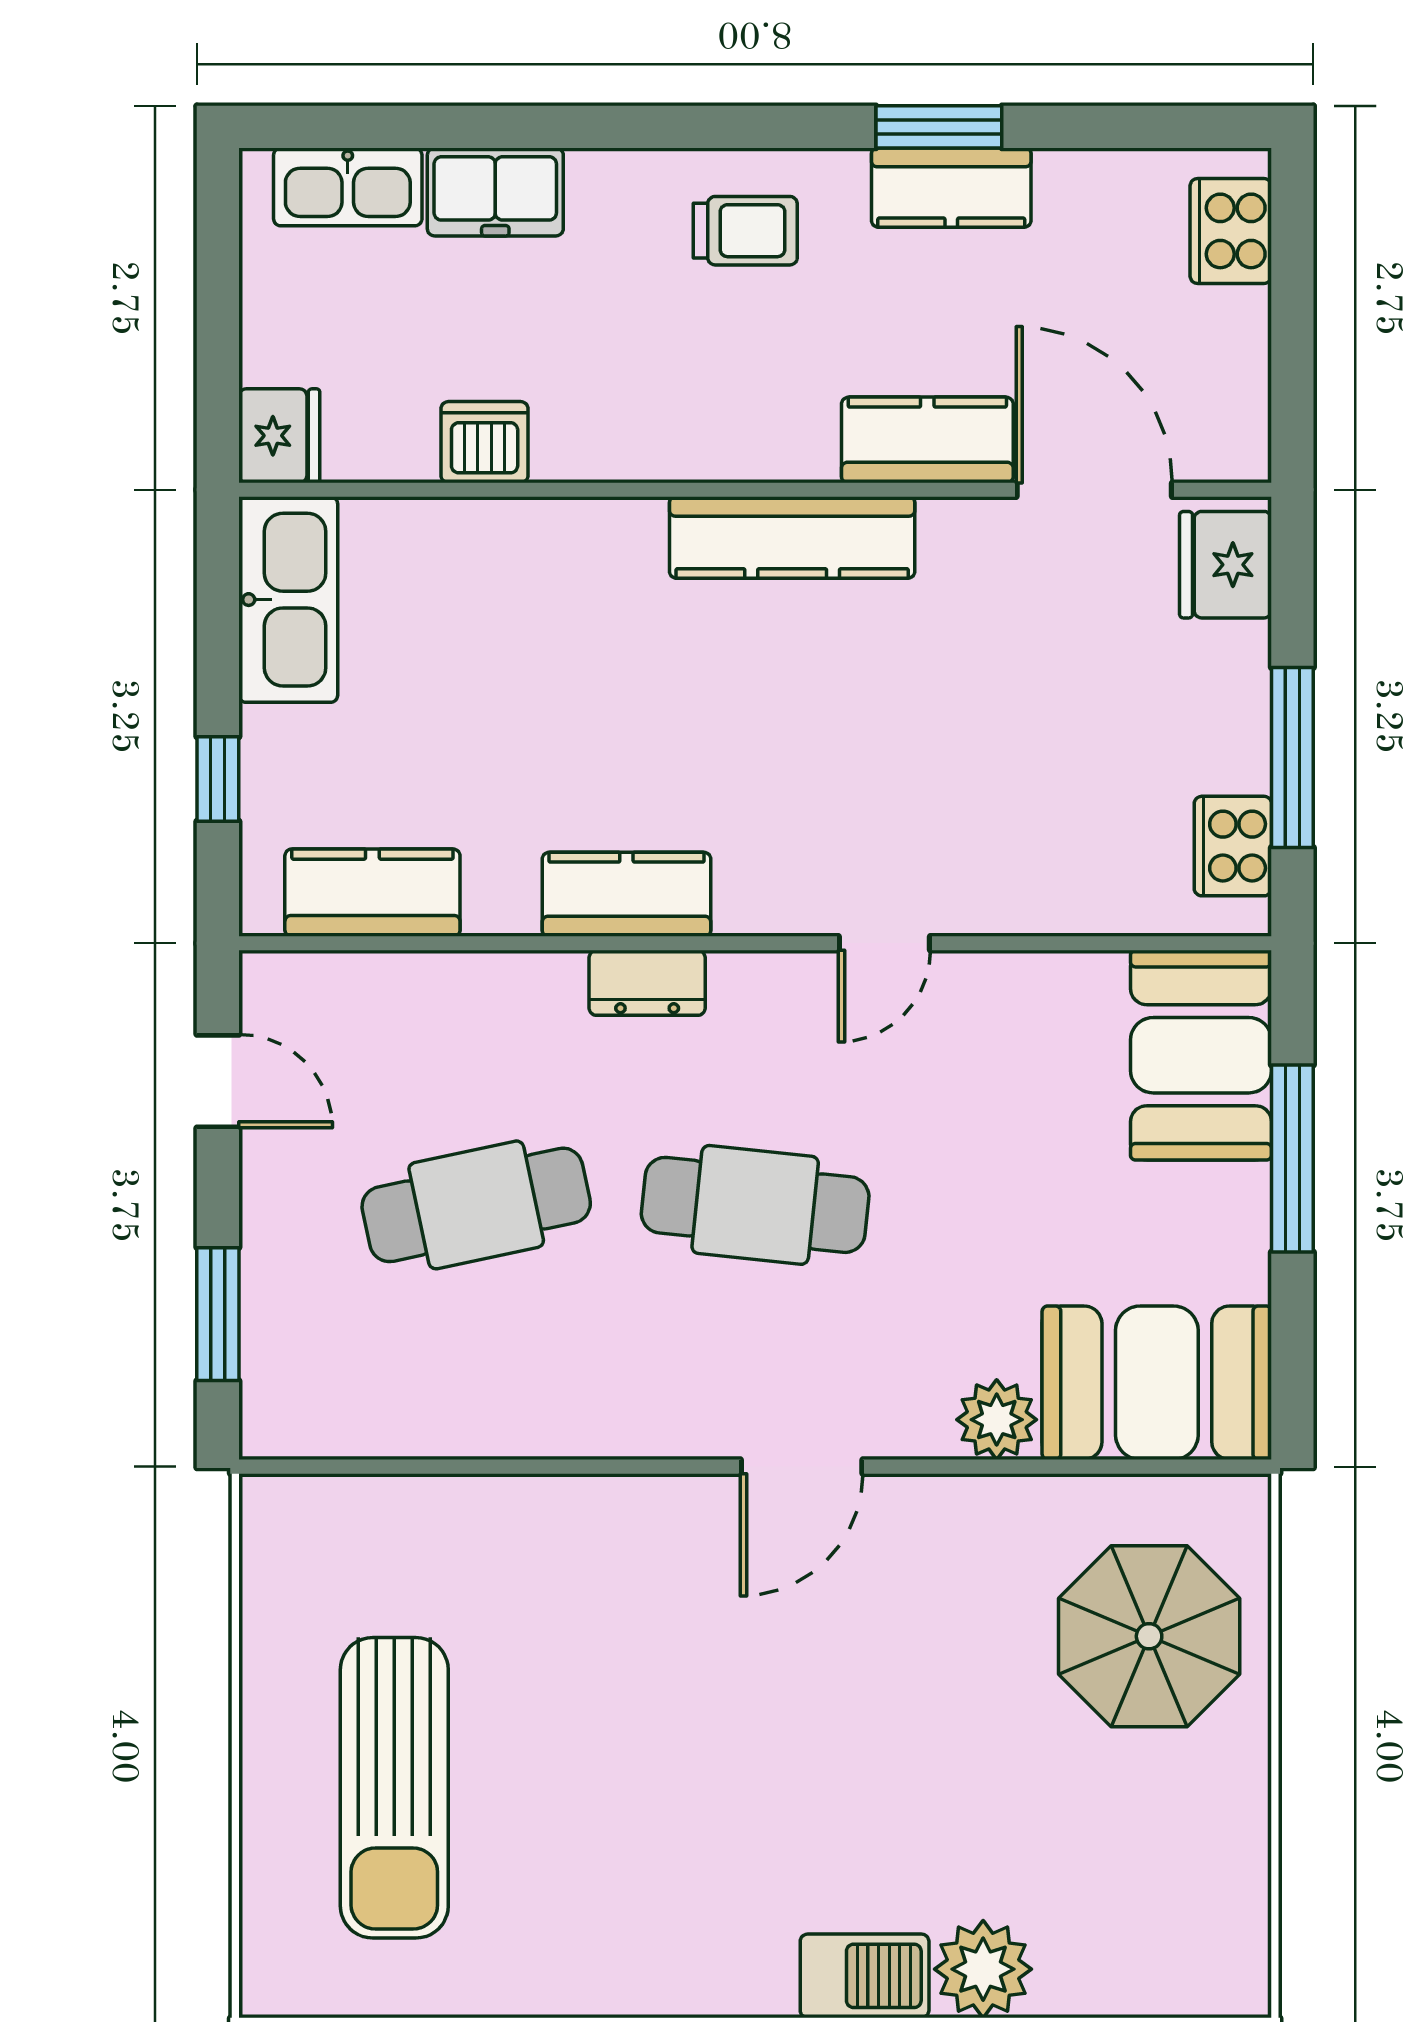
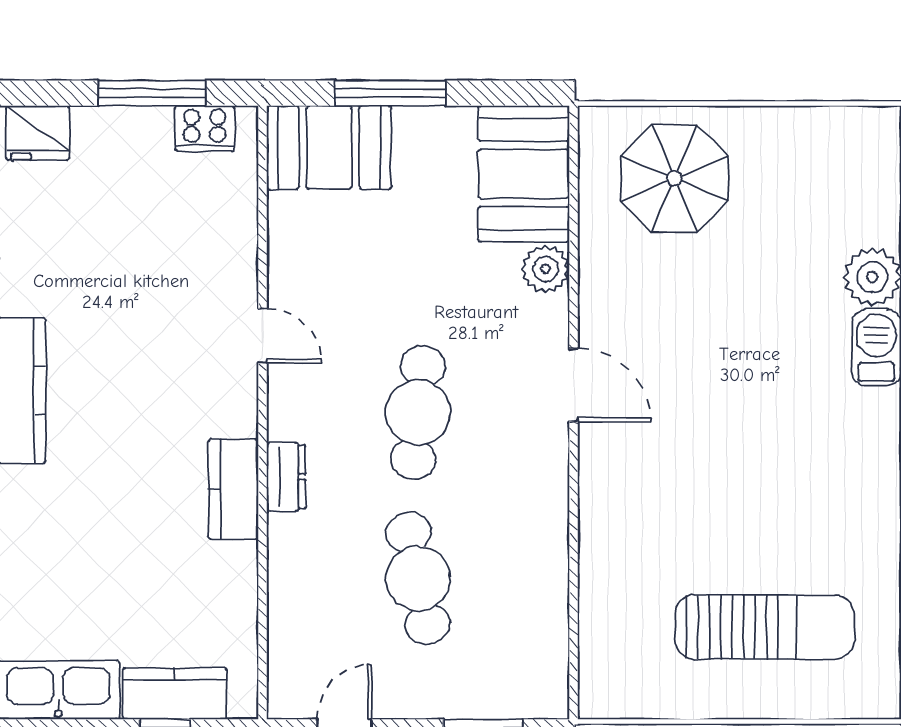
kitchen counter: (372, 893) -> (175, 693), moved, turned 90

